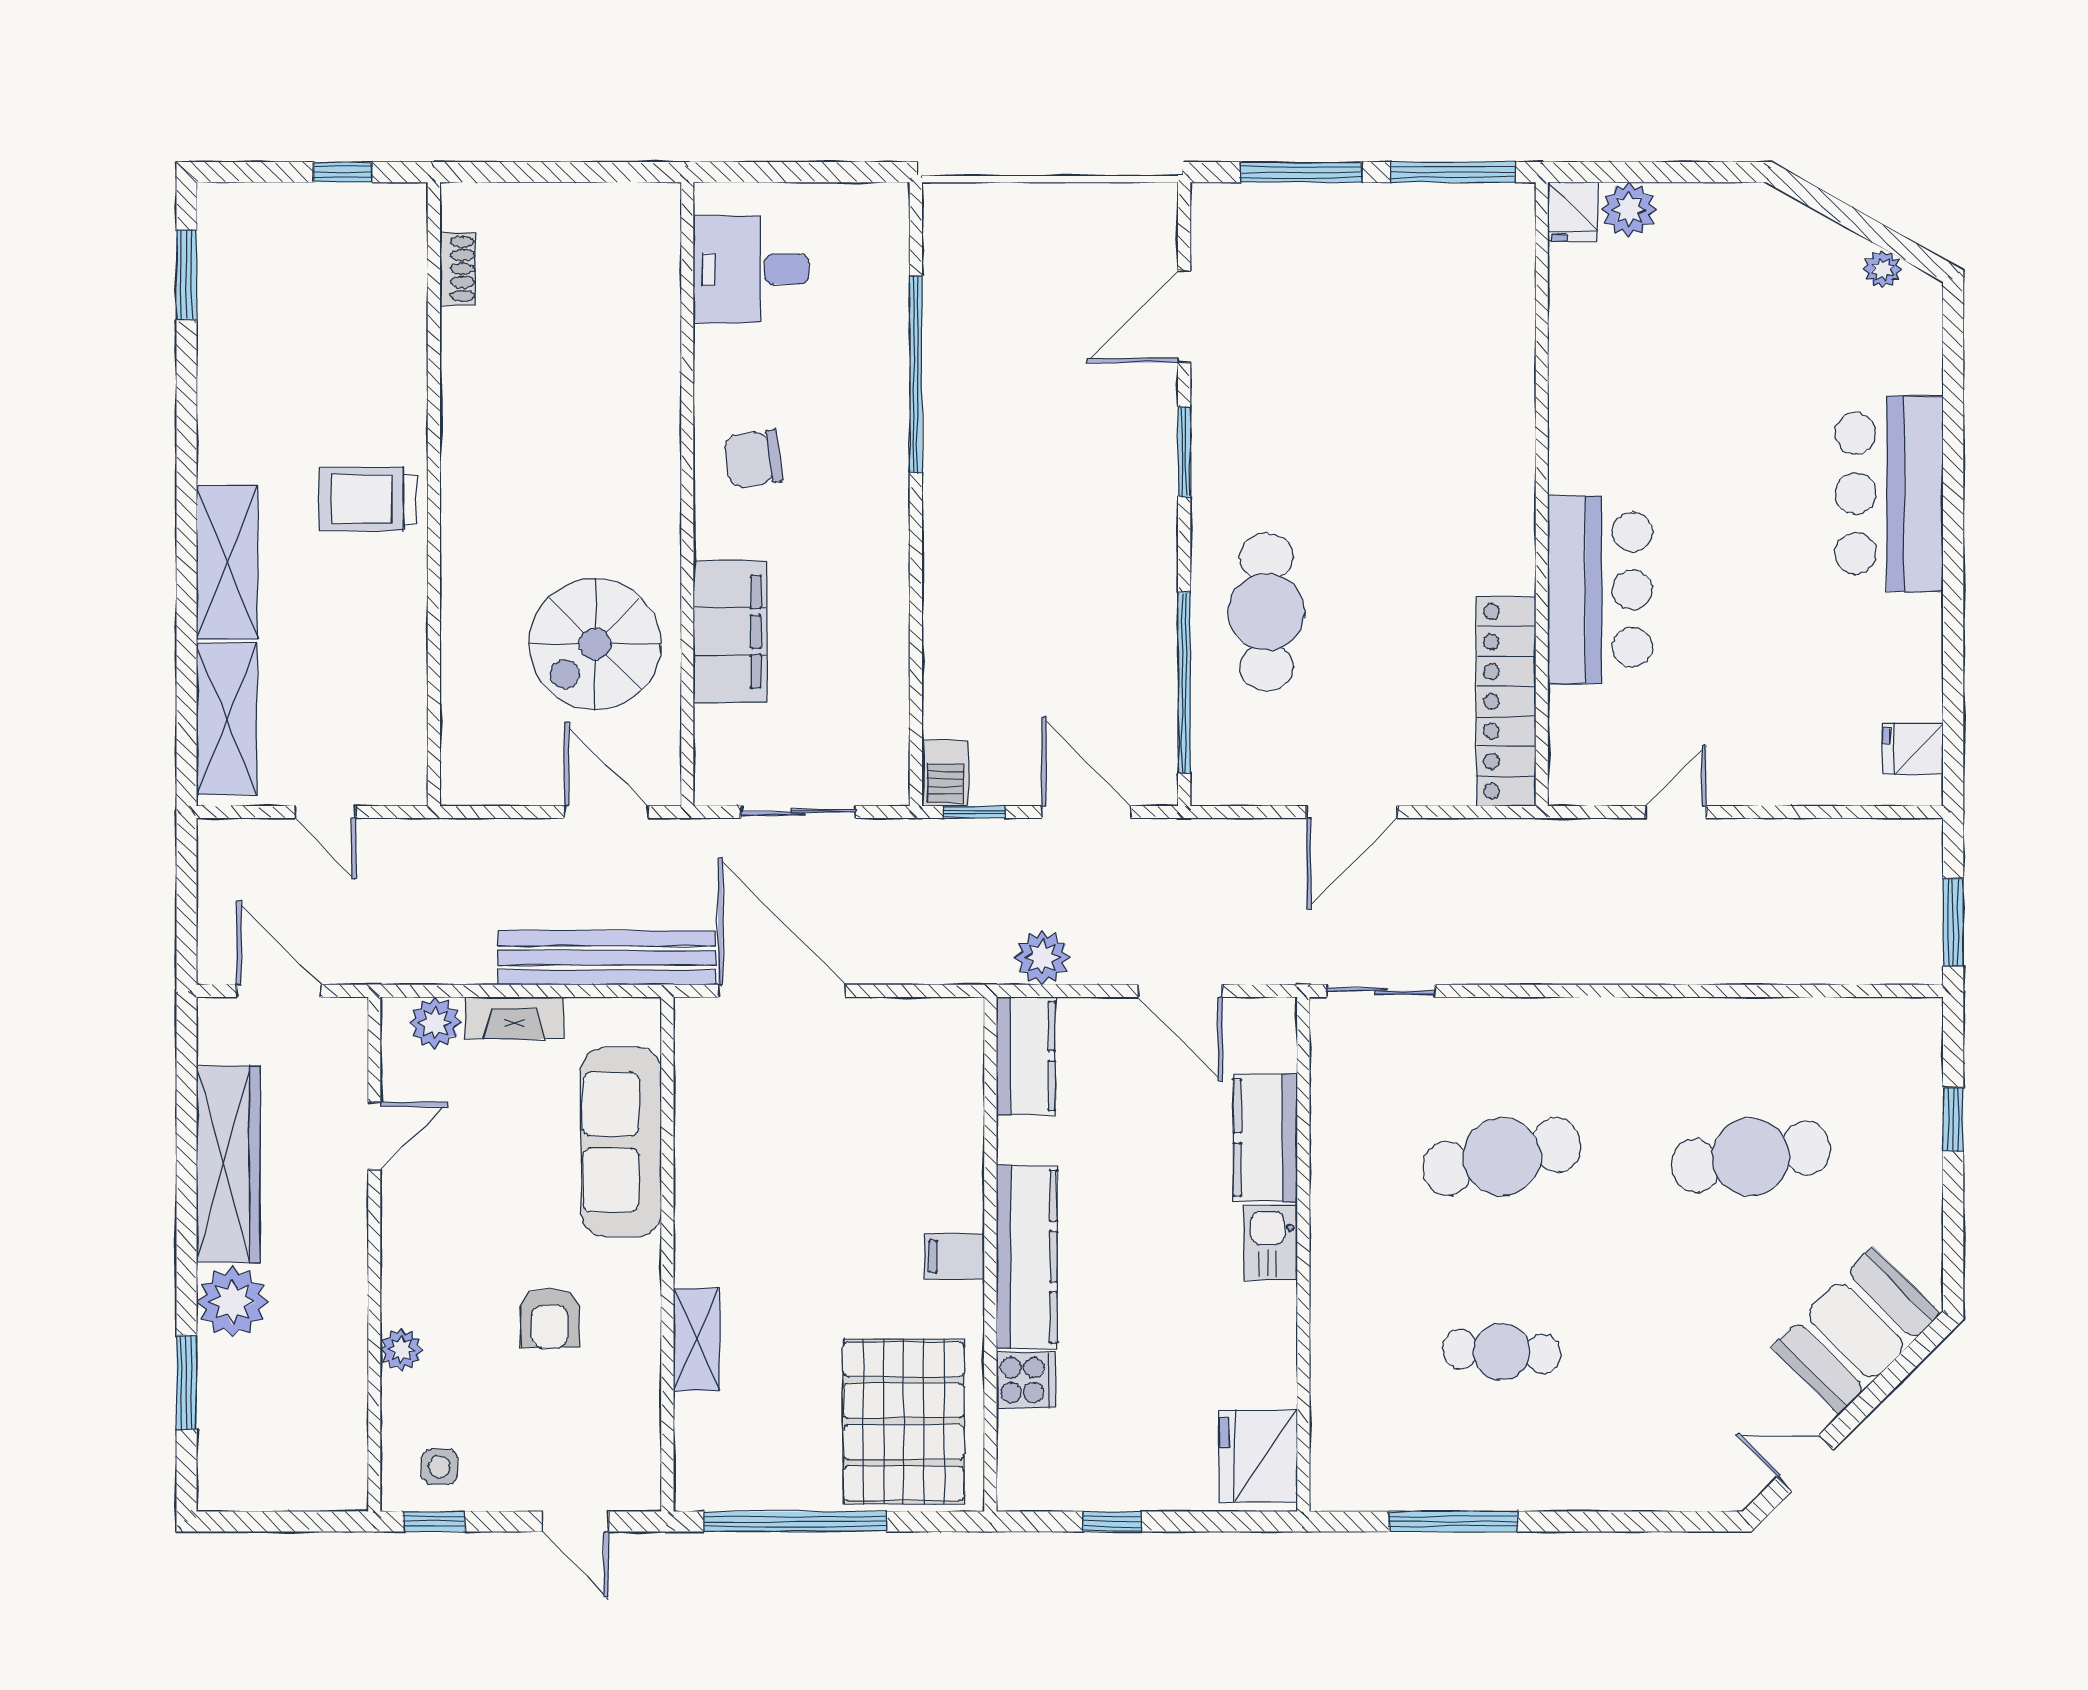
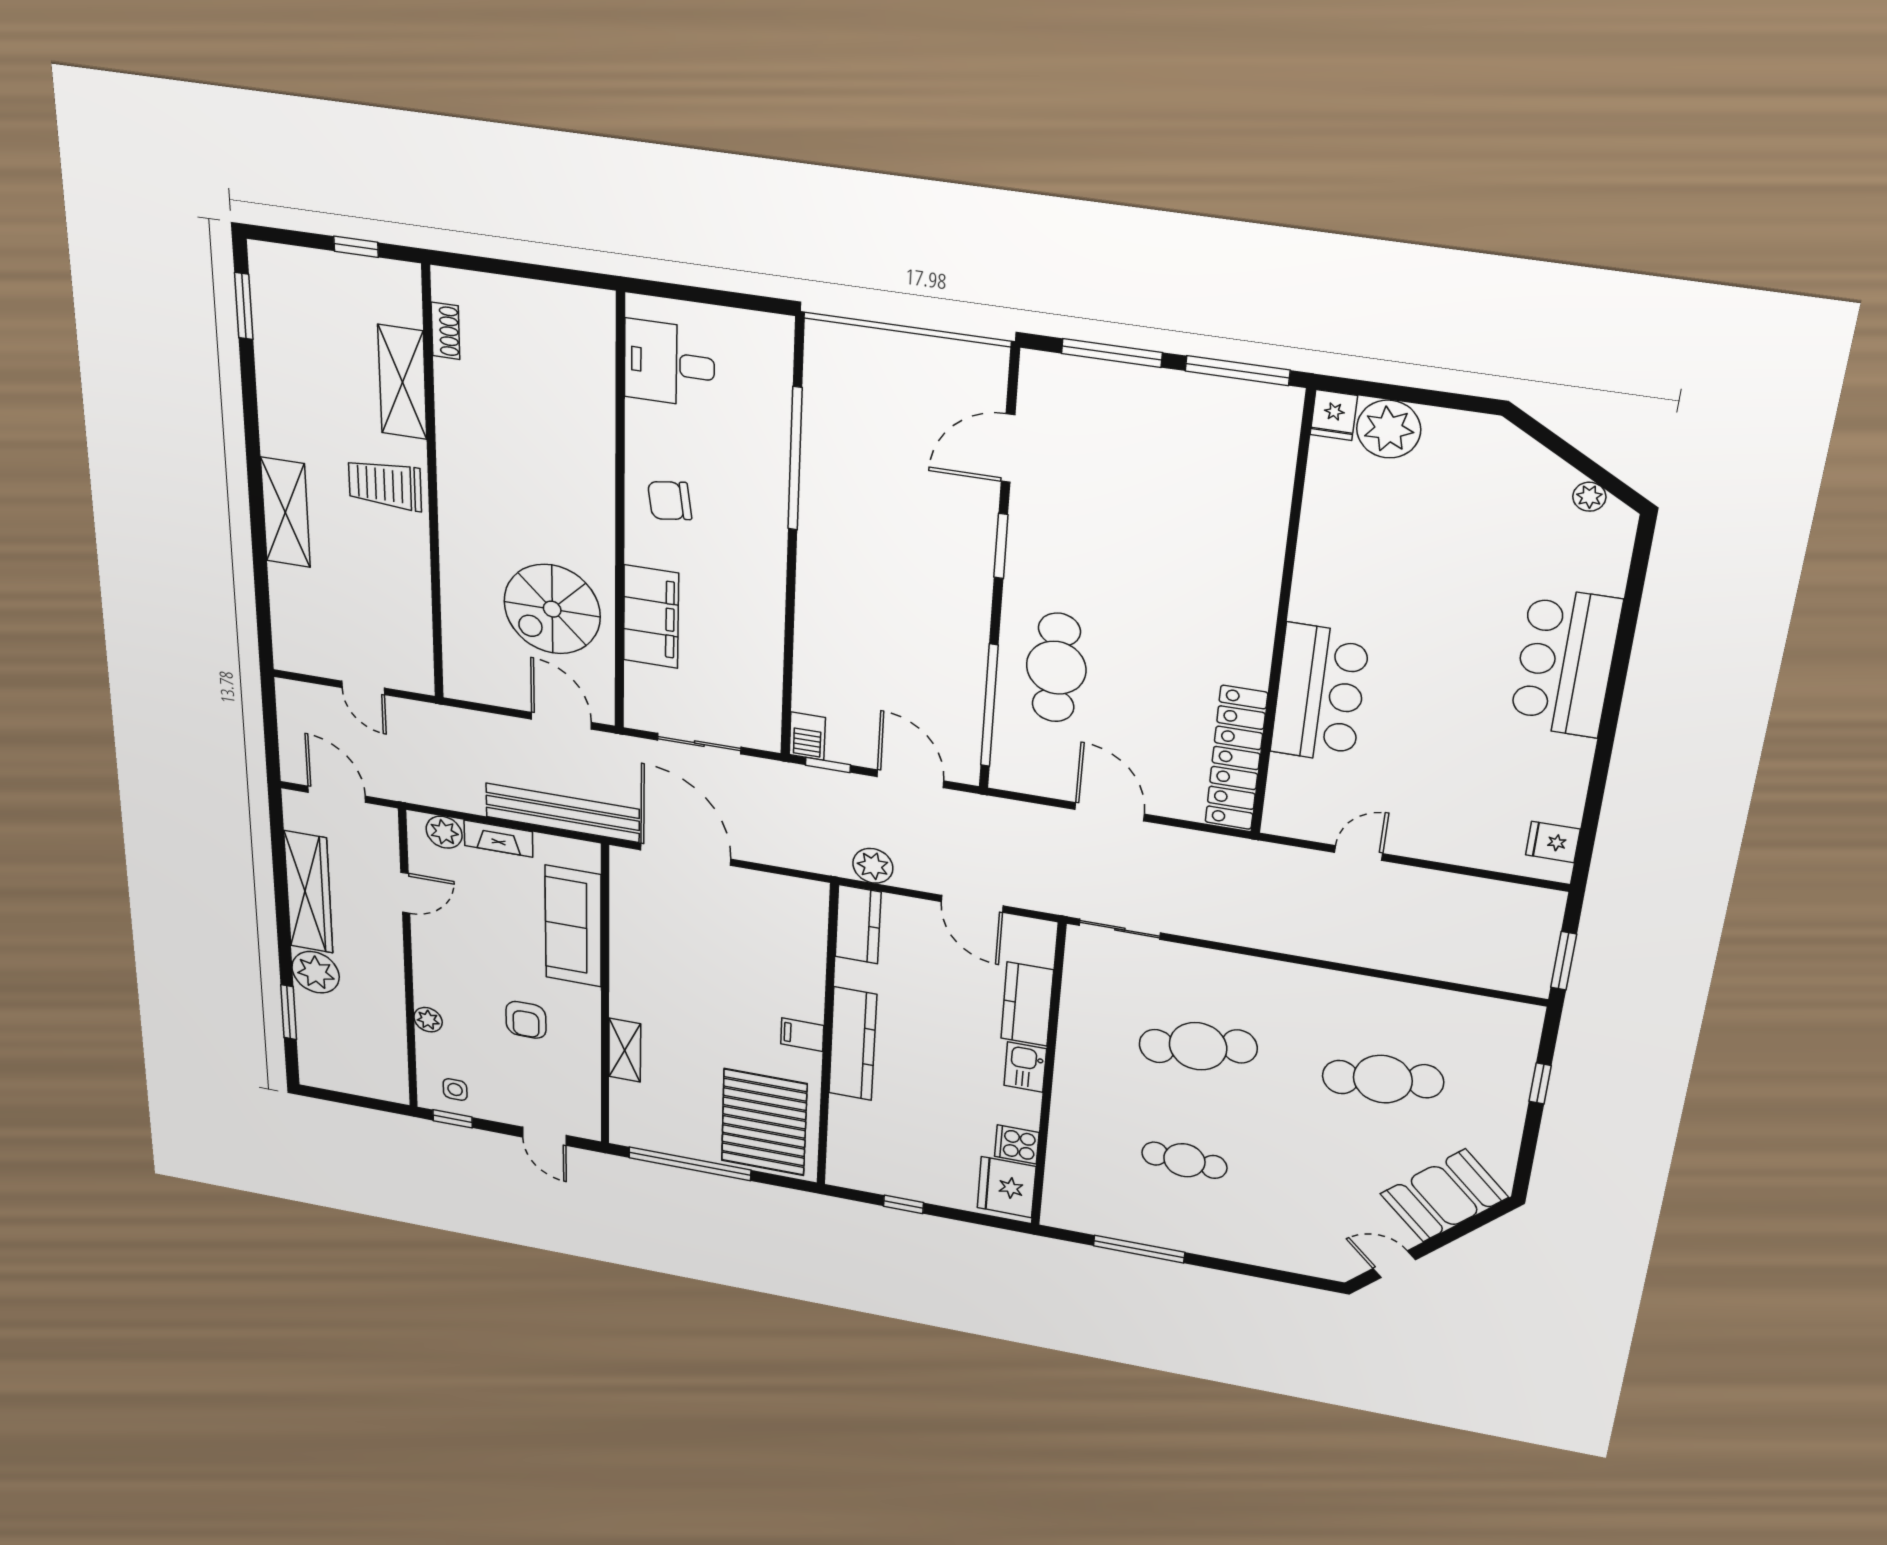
plant: (1629, 210) -> (1389, 429), width x1.36, depth x1.36
shelving: (227, 719) -> (402, 382), moved
door: (1352, 812) -> (1110, 812), swing flipped
cooker: (1026, 1380) -> (1017, 1144), moved, turned 180

